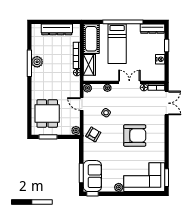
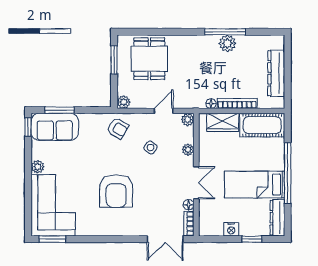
bed: (117, 44) -> (255, 185), moved
dining table: (47, 113) -> (149, 59), turned 90

